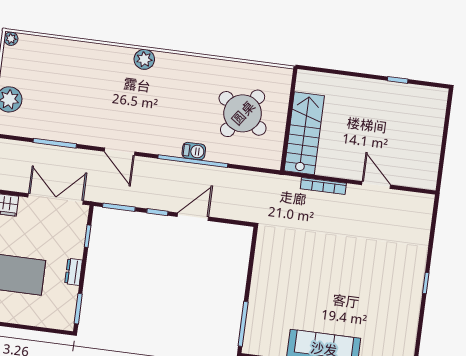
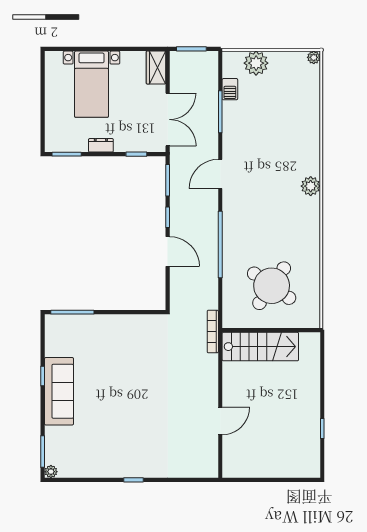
barbecue: (194, 151) -> (230, 89), moved
bookcase: (323, 186) -> (213, 332), moved

